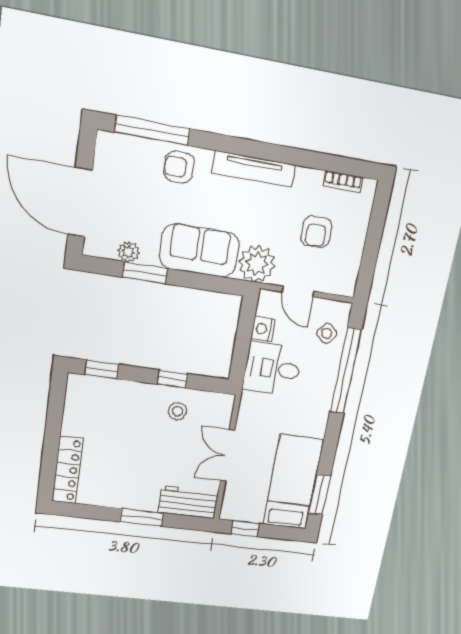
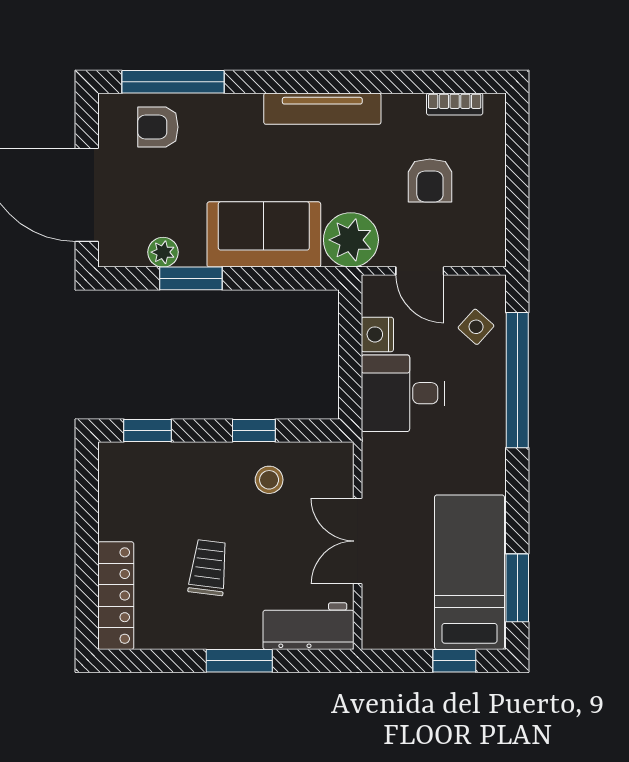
armchair: (179, 167) -> (158, 127), moved
trolley: (130, 460) -> (208, 568), added
window: (245, 529) -> (454, 661), moved

